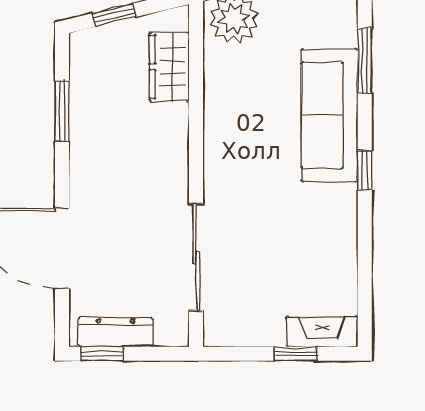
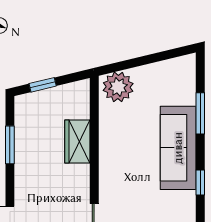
wardrobe: (169, 67) -> (77, 142), moved

